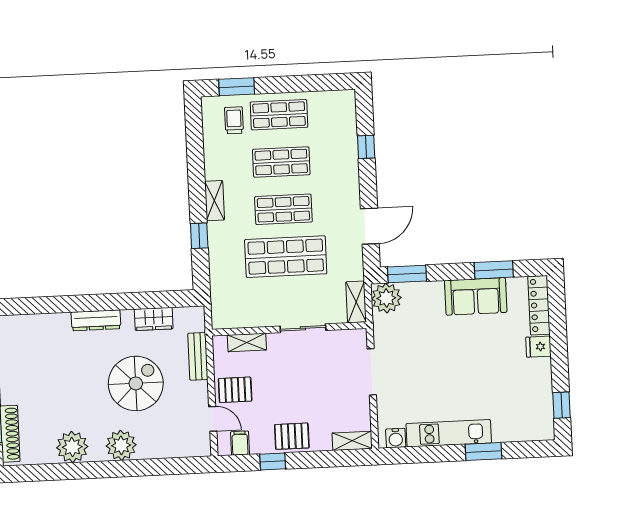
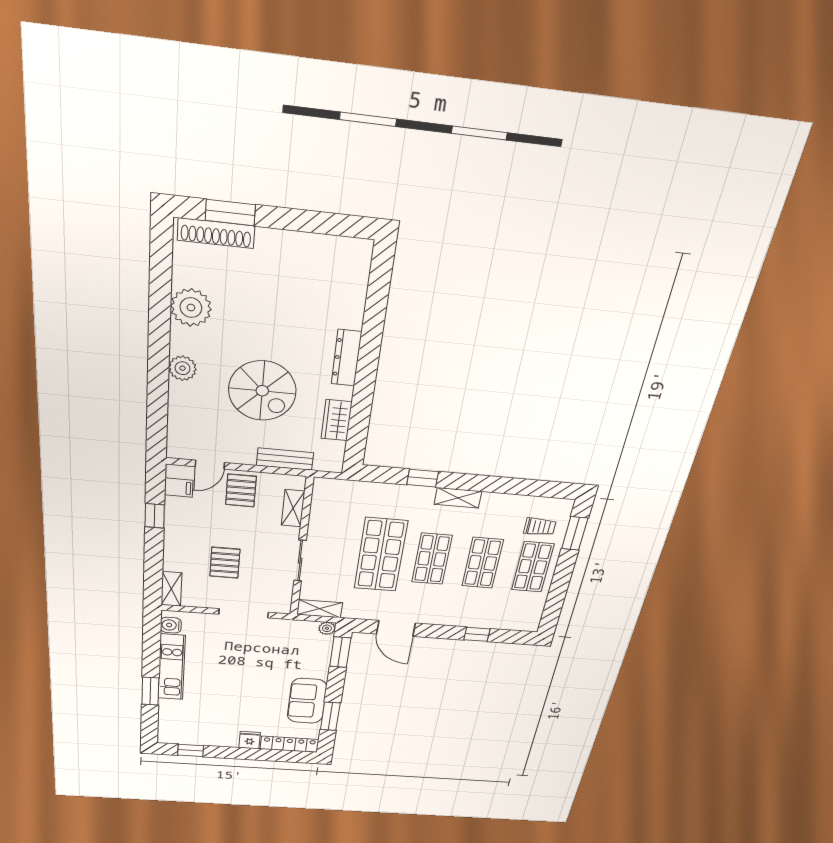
plant: (386, 298) -> (327, 628), width x0.53, depth x0.53
pallet: (292, 436) -> (225, 563), moved
plant: (121, 445) -> (182, 368), width x0.73, depth x0.73

